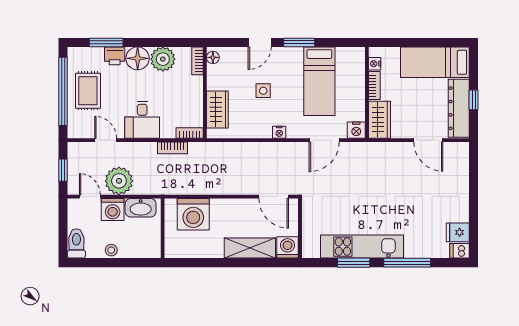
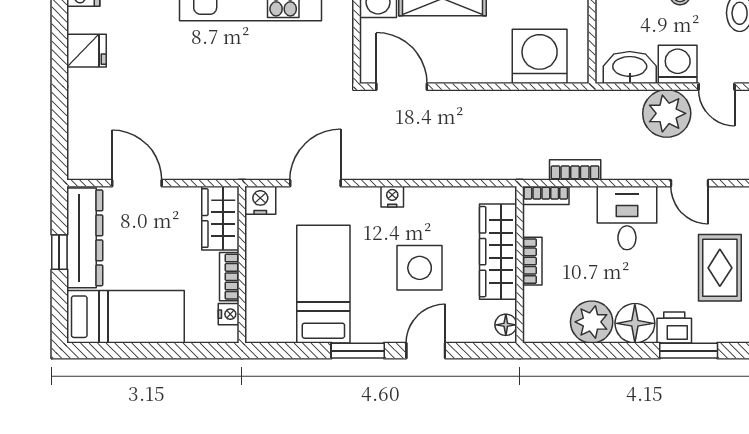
bookcase: (197, 61) -> (532, 261), moved
side table: (263, 91) -> (420, 268), width x1.87, depth x1.87
wardrobe: (217, 109) -> (498, 252), width x1.50
fridge: (458, 232) -> (86, 51), moved

